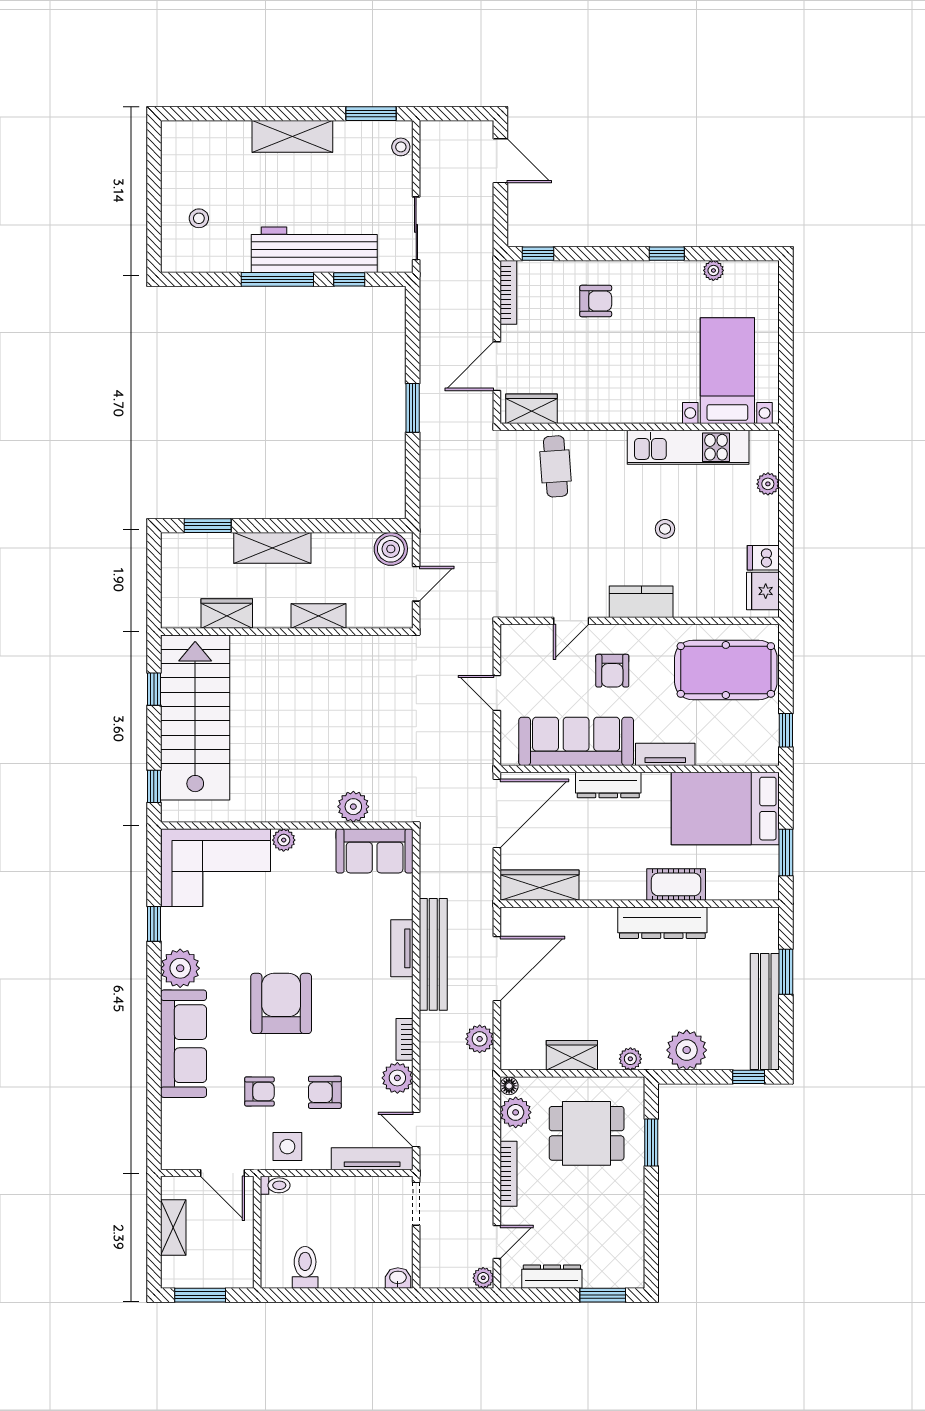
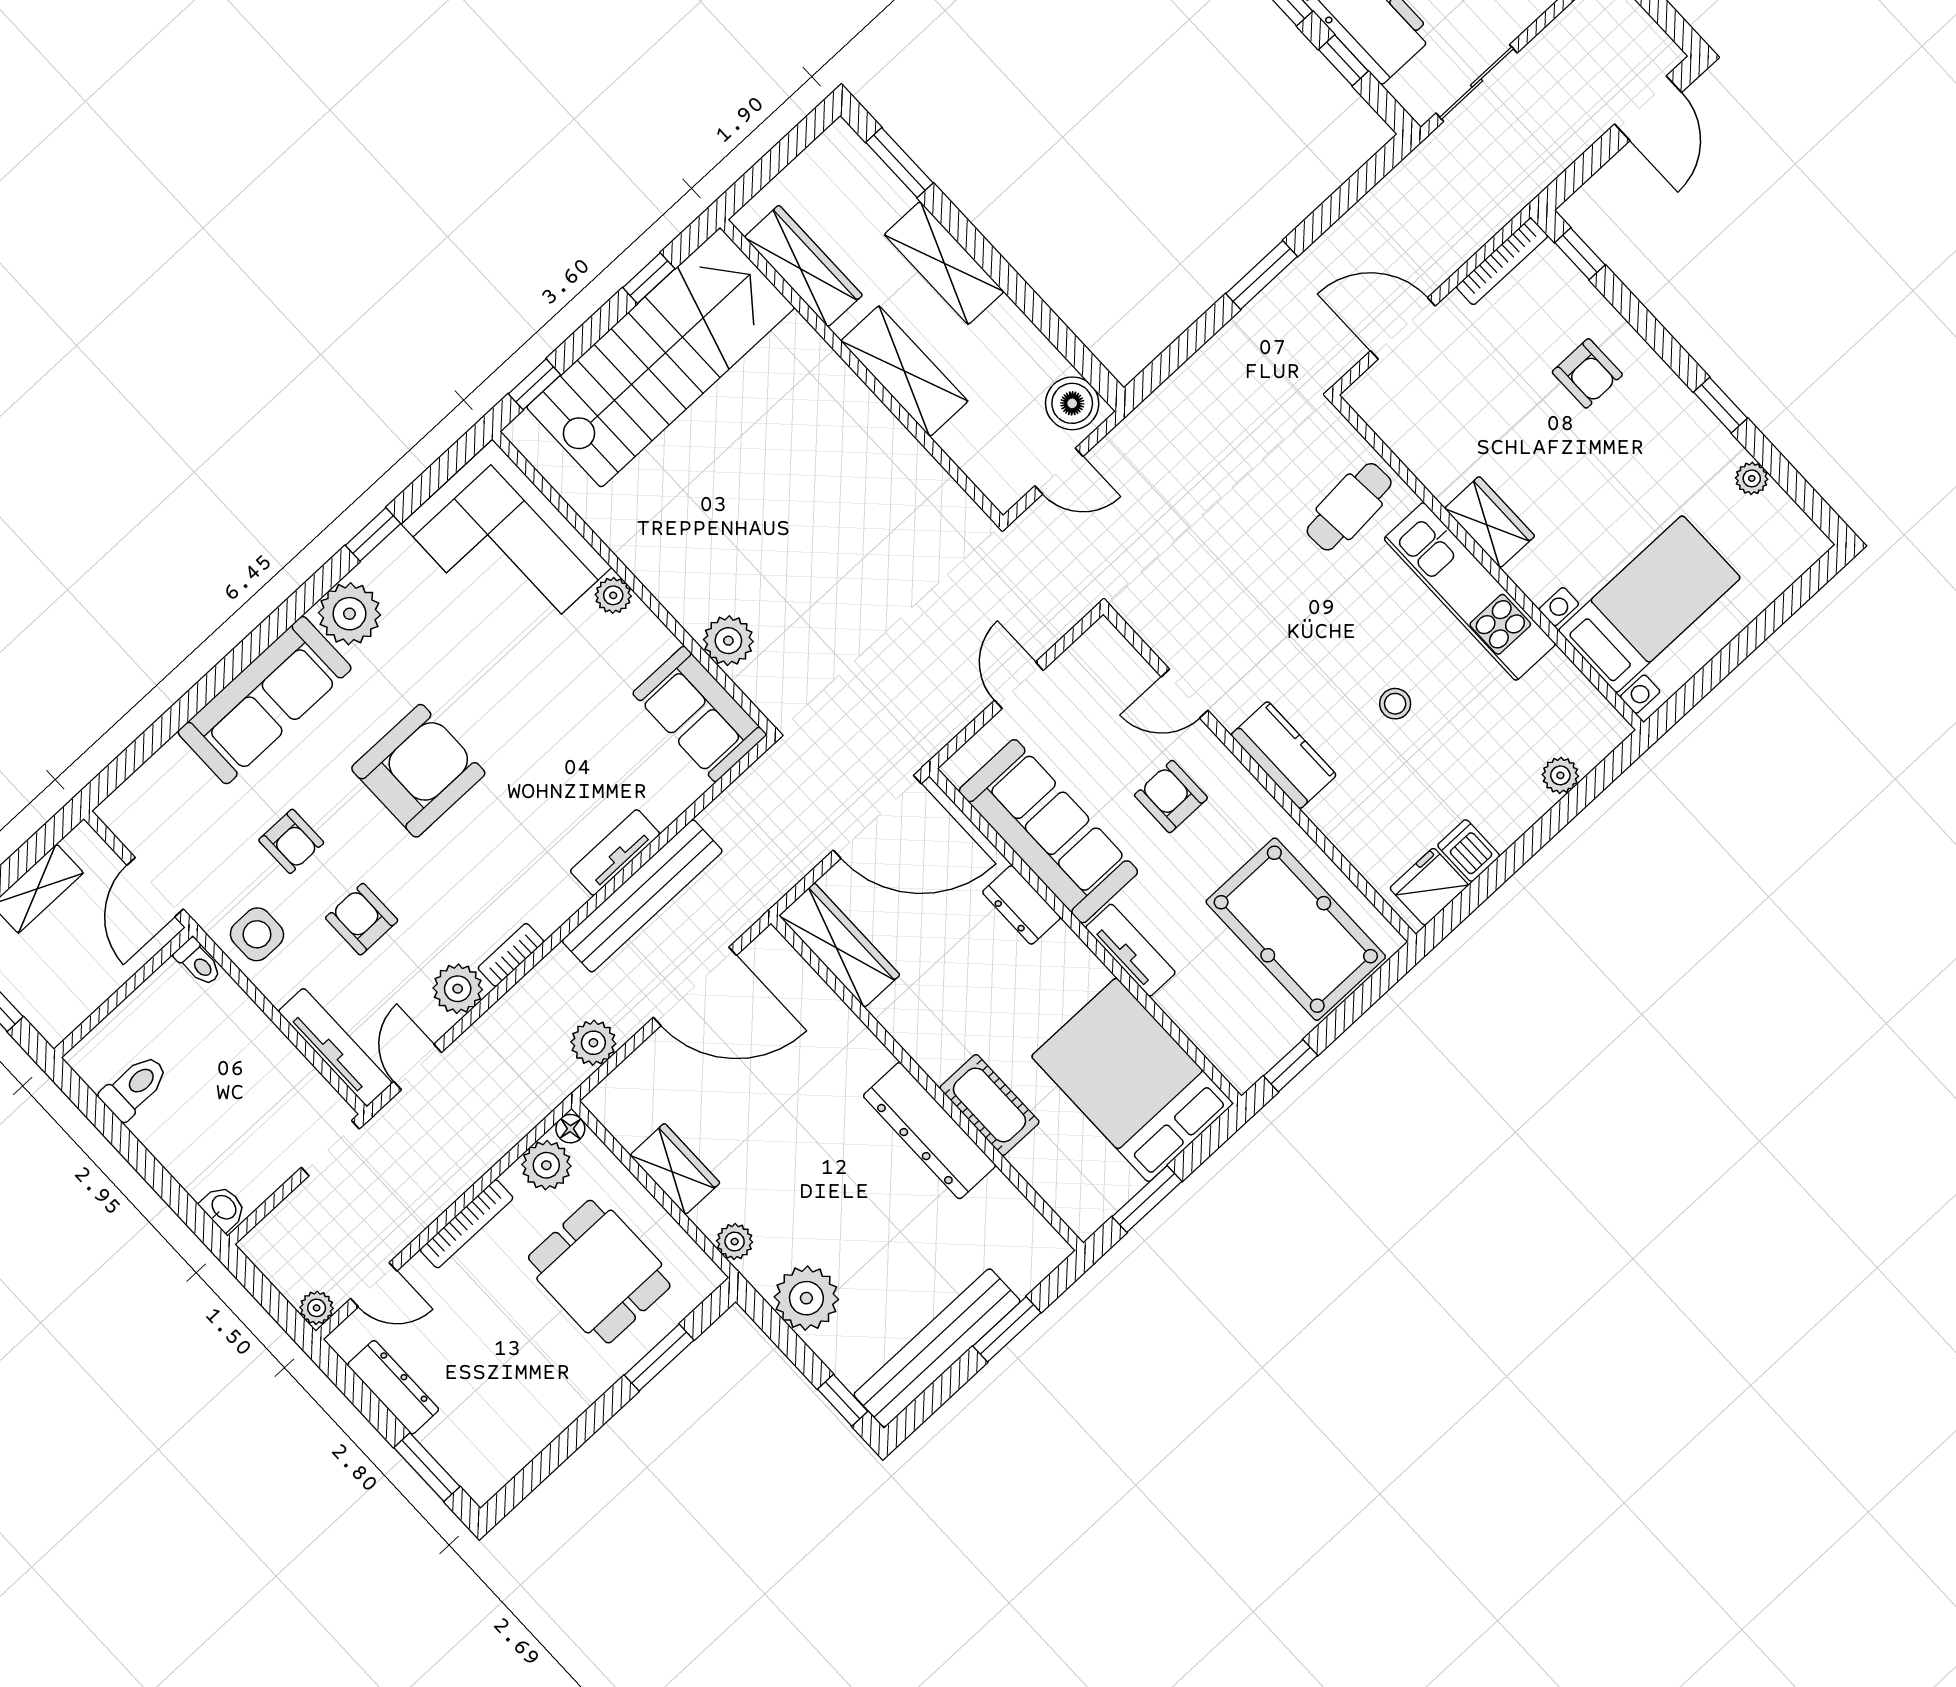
wardrobe: (532, 409) -> (1490, 522), moved
kitchen unit: (688, 447) -> (1470, 591), moved
wardrobe: (227, 613) -> (803, 266), width x1.50
shelving: (319, 616) -> (904, 371), width x1.50, depth x1.33
armchair: (612, 671) -> (1171, 797), turned 90
dresser: (608, 785) -> (1021, 905), width x0.70

